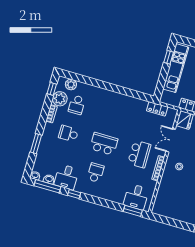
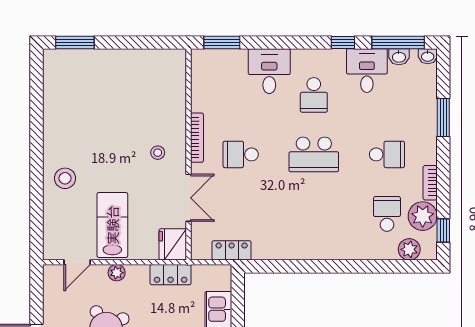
school desk: (139, 154) -> (241, 154), width x0.54
desk: (136, 197) -> (269, 71), moved

